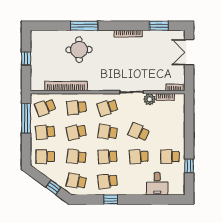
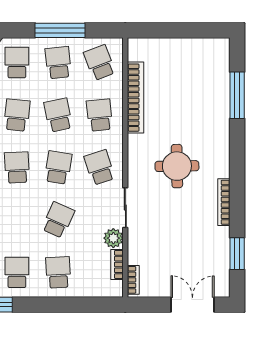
window: (84, 26) -> (237, 95), moved
round table: (79, 50) -> (177, 166), moved
window: (26, 59) -> (182, 30), removed
window: (26, 118) -> (60, 30), moved
school desk: (139, 157) -> (58, 272), moved

